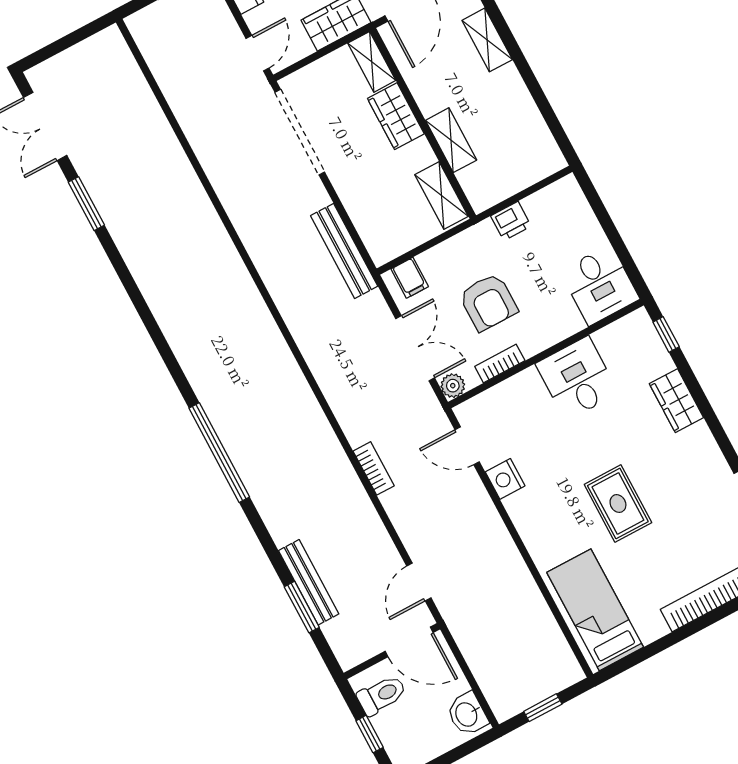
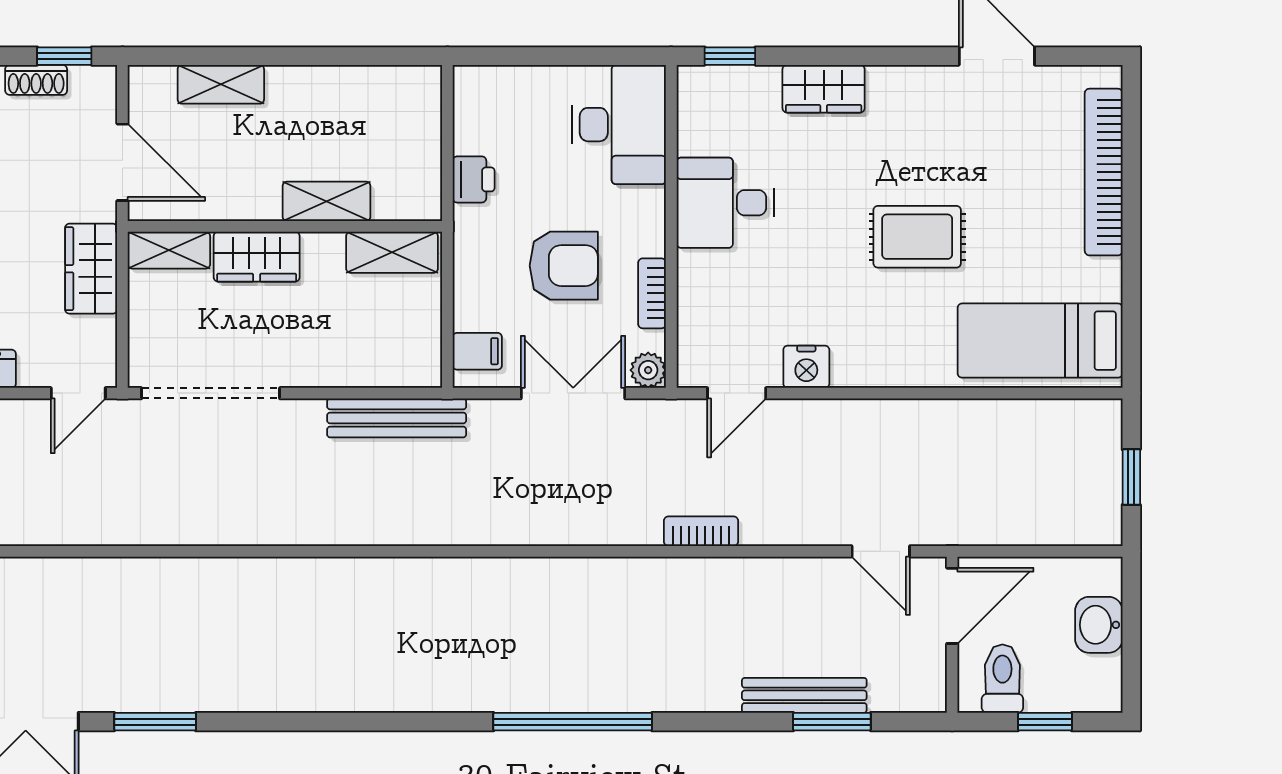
door: (258, 53) -> (78, 393), swing flipped
desk: (600, 285) -> (619, 125), width x1.37
washbasin: (467, 714) -> (1099, 625), moved, turned 90

